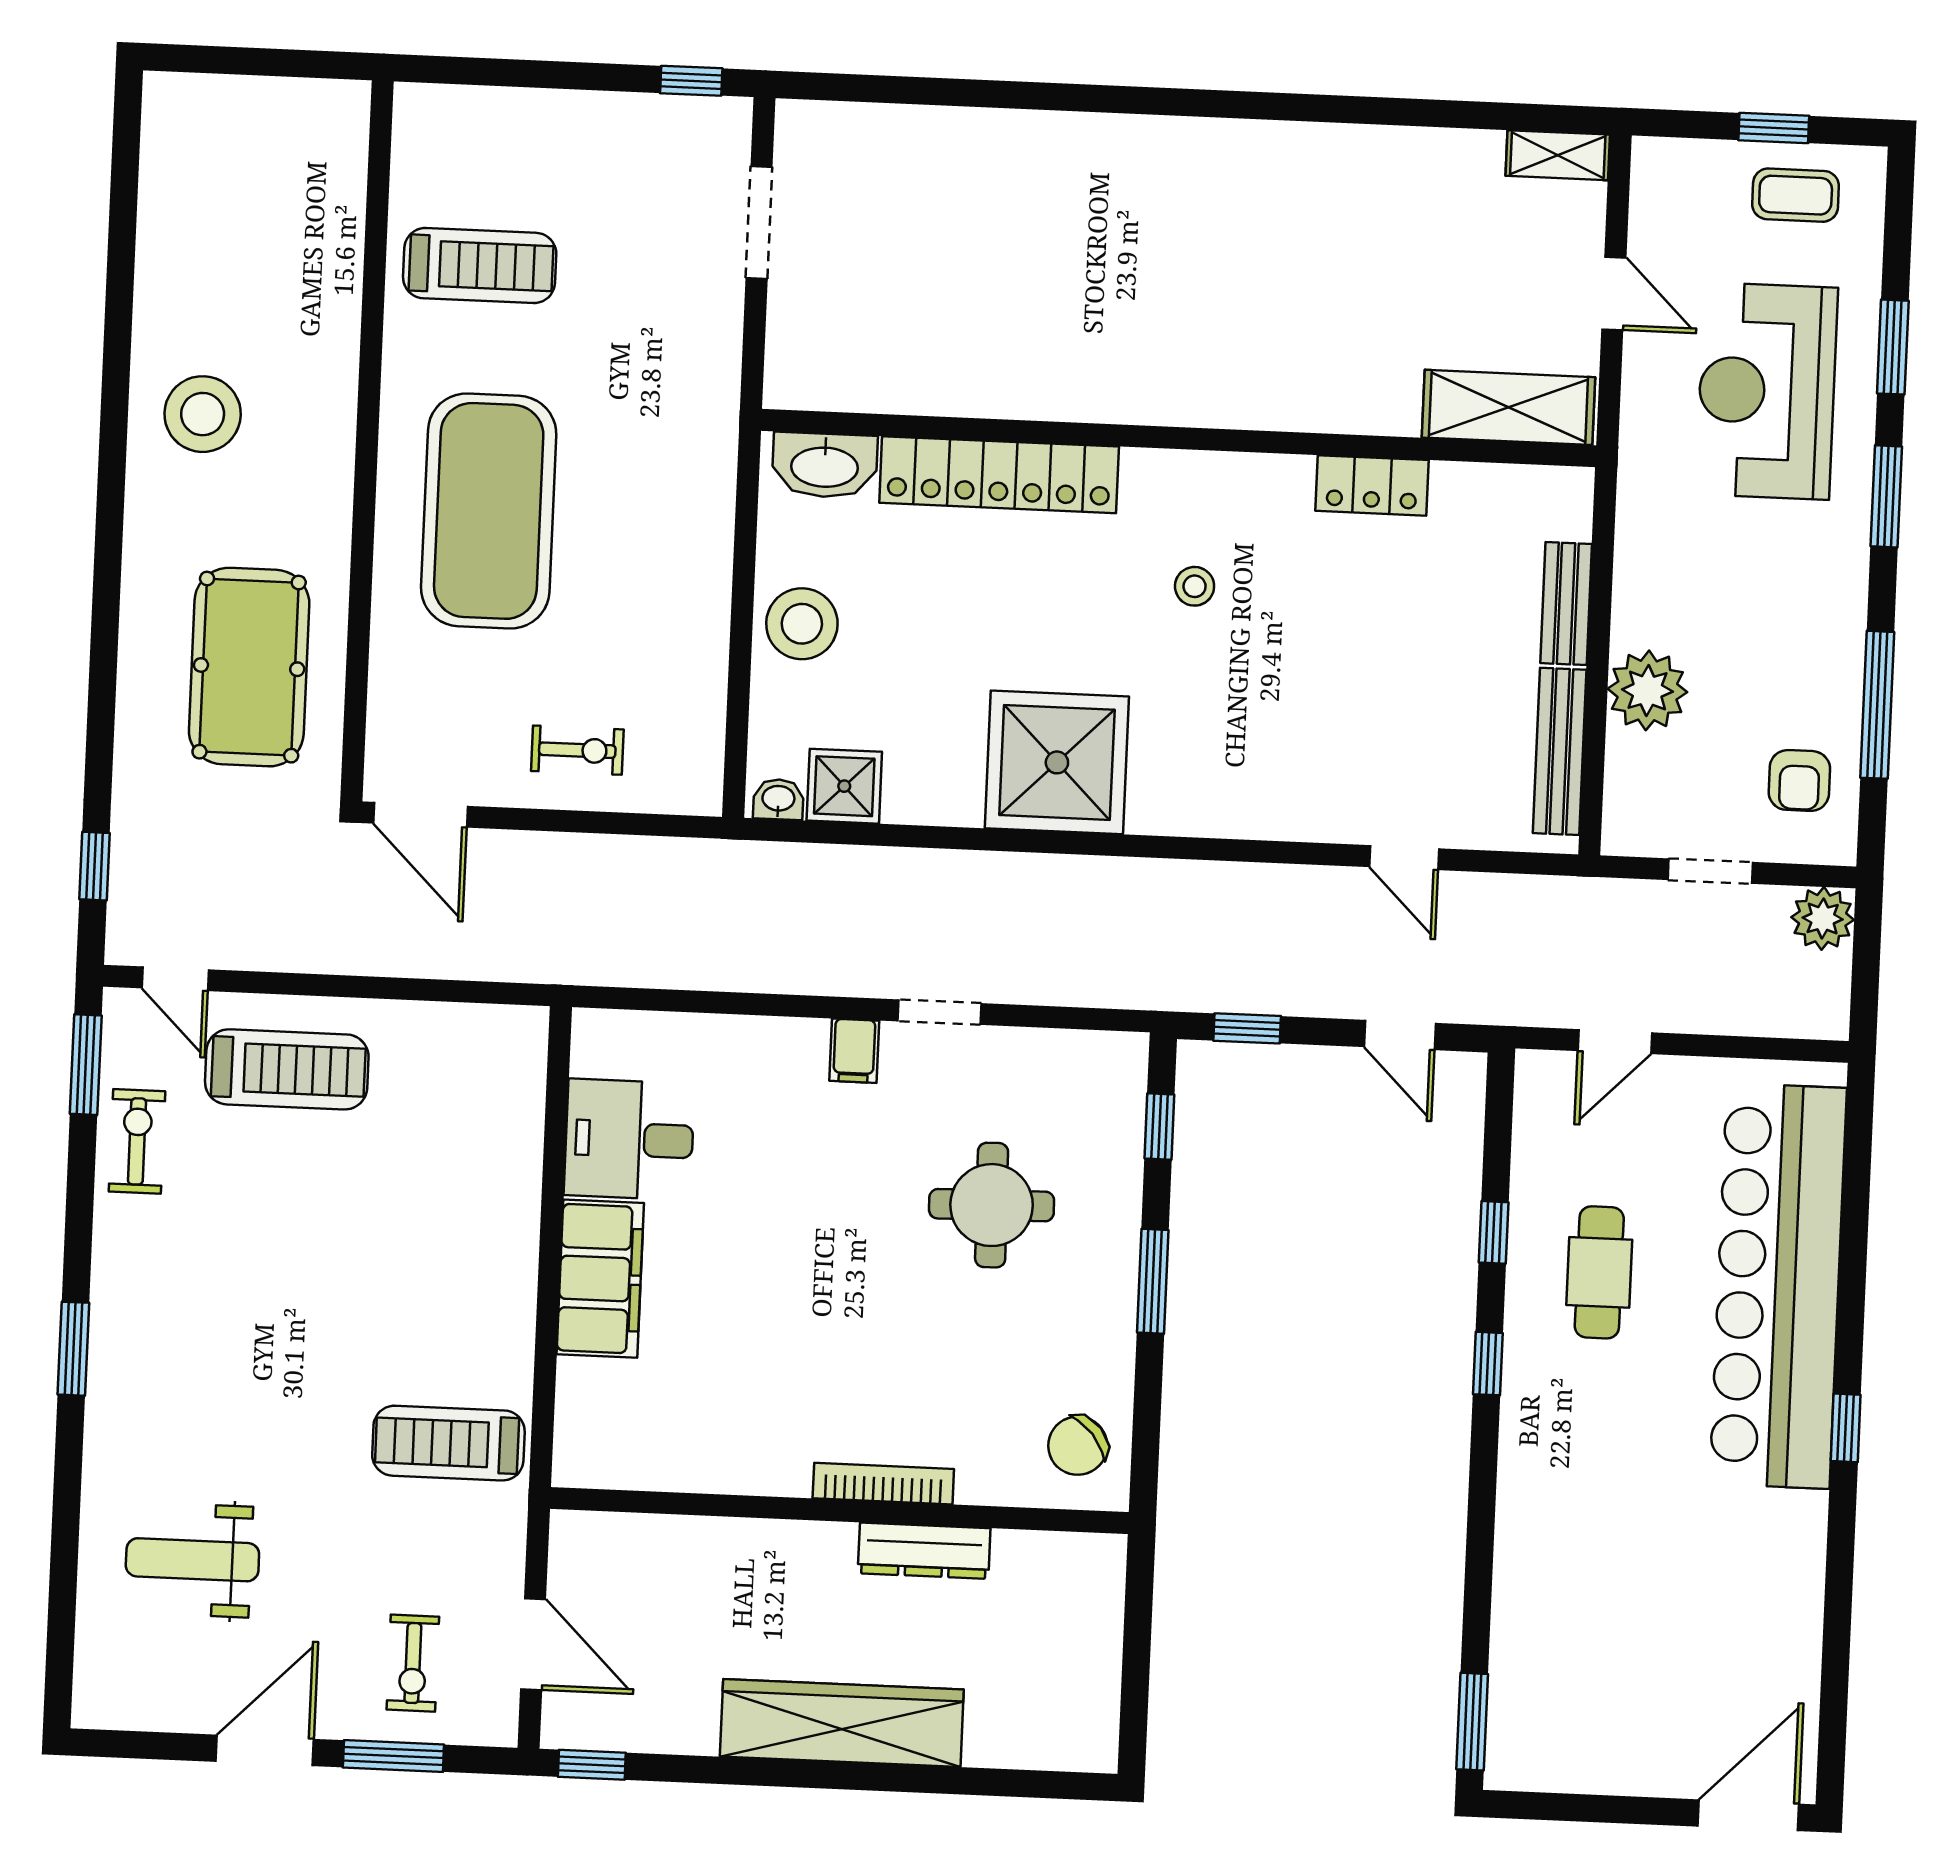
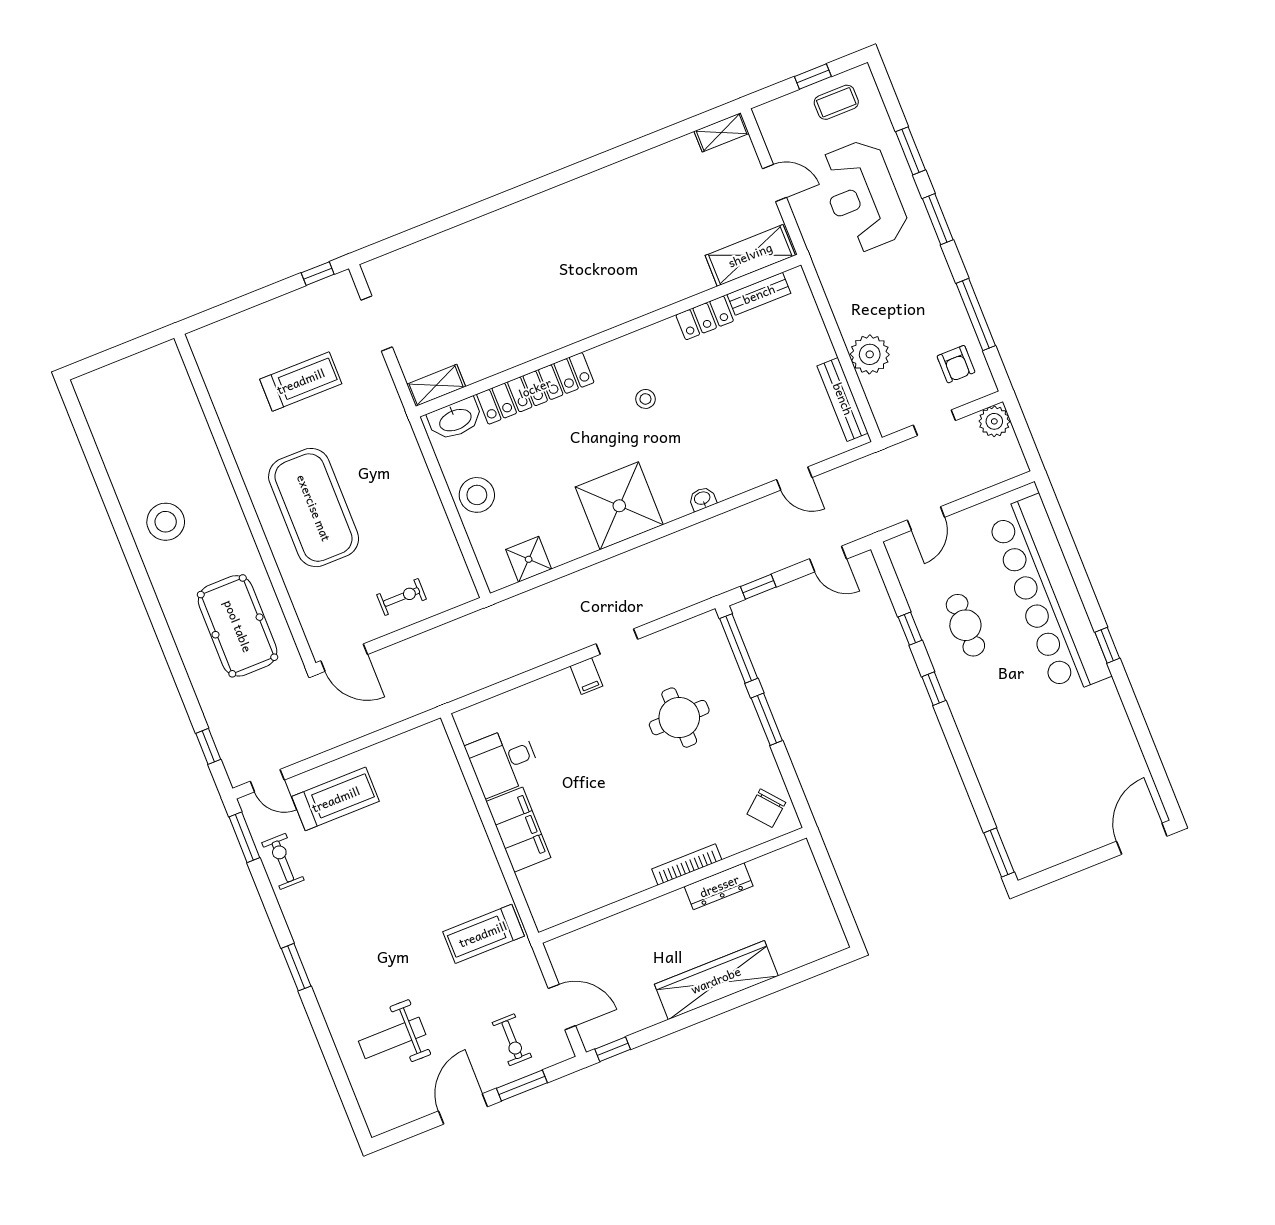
treadmill: (480, 266) -> (301, 381), moved
shelving: (818, 387) -> (436, 385), added
bench: (1566, 604) -> (759, 294), moved, turned 90
washbasin: (778, 799) -> (702, 499), moved
window: (1159, 1126) -> (739, 648), width x2.17

